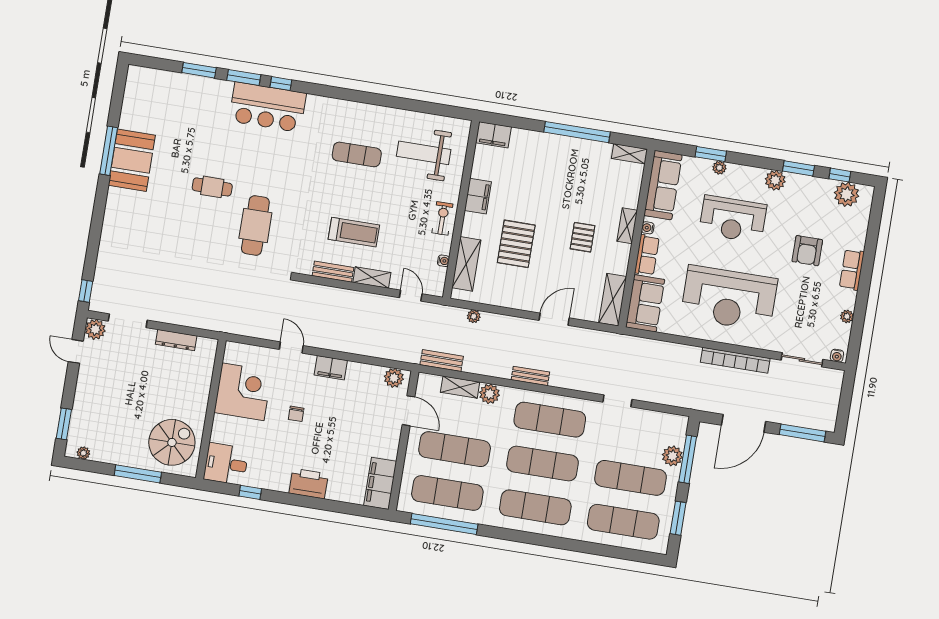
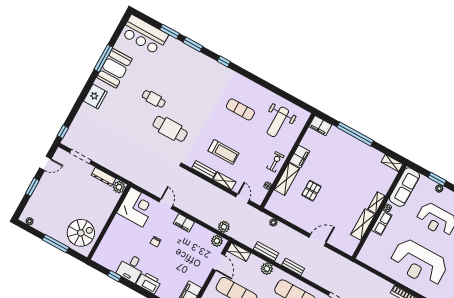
window: (281, 84) -> (224, 61), moved
bar counter: (268, 107) -> (144, 35), moved
window: (577, 132) -> (355, 134), moved
weight bench: (424, 153) -> (278, 122), turned -90
fridge: (118, 216) -> (95, 96), added
cafe table: (255, 225) -> (170, 129), turned 90
pallet: (583, 237) -> (349, 200), removed
pallet: (516, 244) -> (311, 191), width x0.67, depth x0.71
shelving: (466, 264) -> (287, 179), moved
shelving: (613, 300) -> (363, 224), moved
sofa: (645, 303) -> (371, 249), removed
plant: (95, 329) -> (119, 187), moved
door: (76, 351) -> (45, 163), swing flipped
plant: (397, 351) -> (224, 227), added
bench: (442, 361) -> (266, 251), moved
shelving: (460, 387) -> (239, 252), moved
corner desk: (243, 392) -> (137, 207), moved
window: (64, 424) -> (32, 187), moved
desk: (226, 464) -> (131, 268), moved, turned -90

